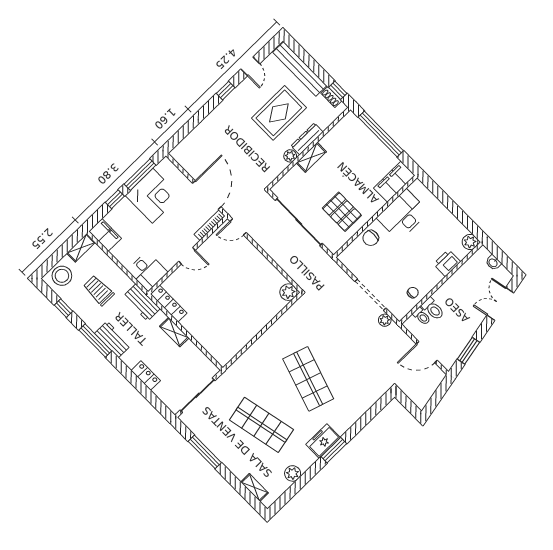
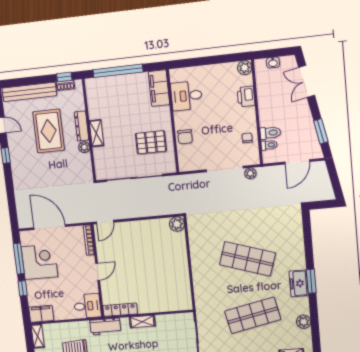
door: (207, 195) -> (50, 227), moved
desk: (403, 215) -> (186, 96), width x0.73

